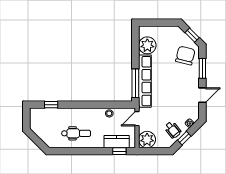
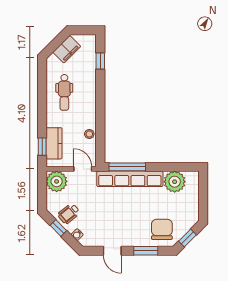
chair: (185, 56) -> (162, 229), turned -104
filing cabinet: (42, 131) -> (67, 49), added

